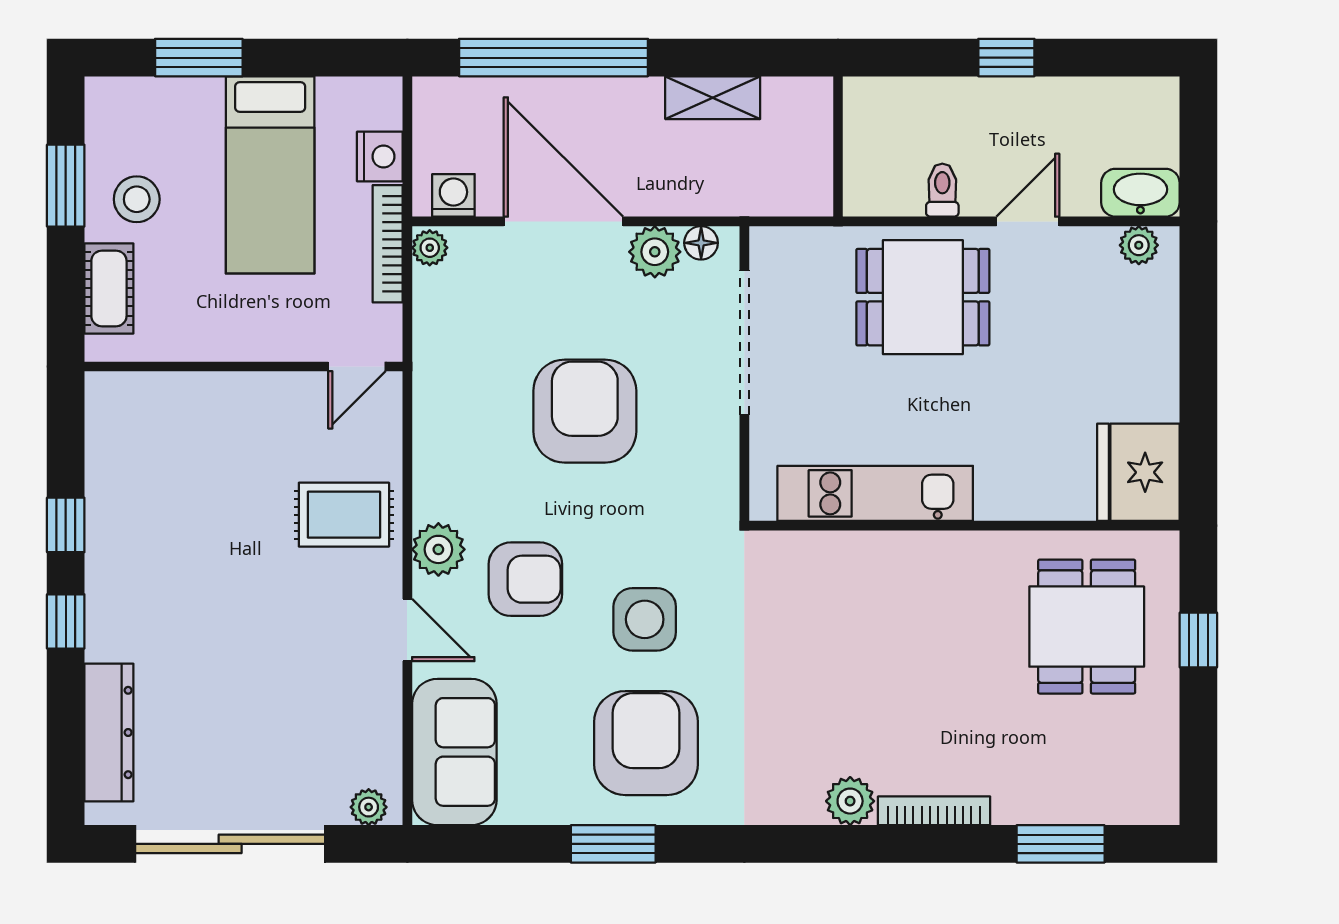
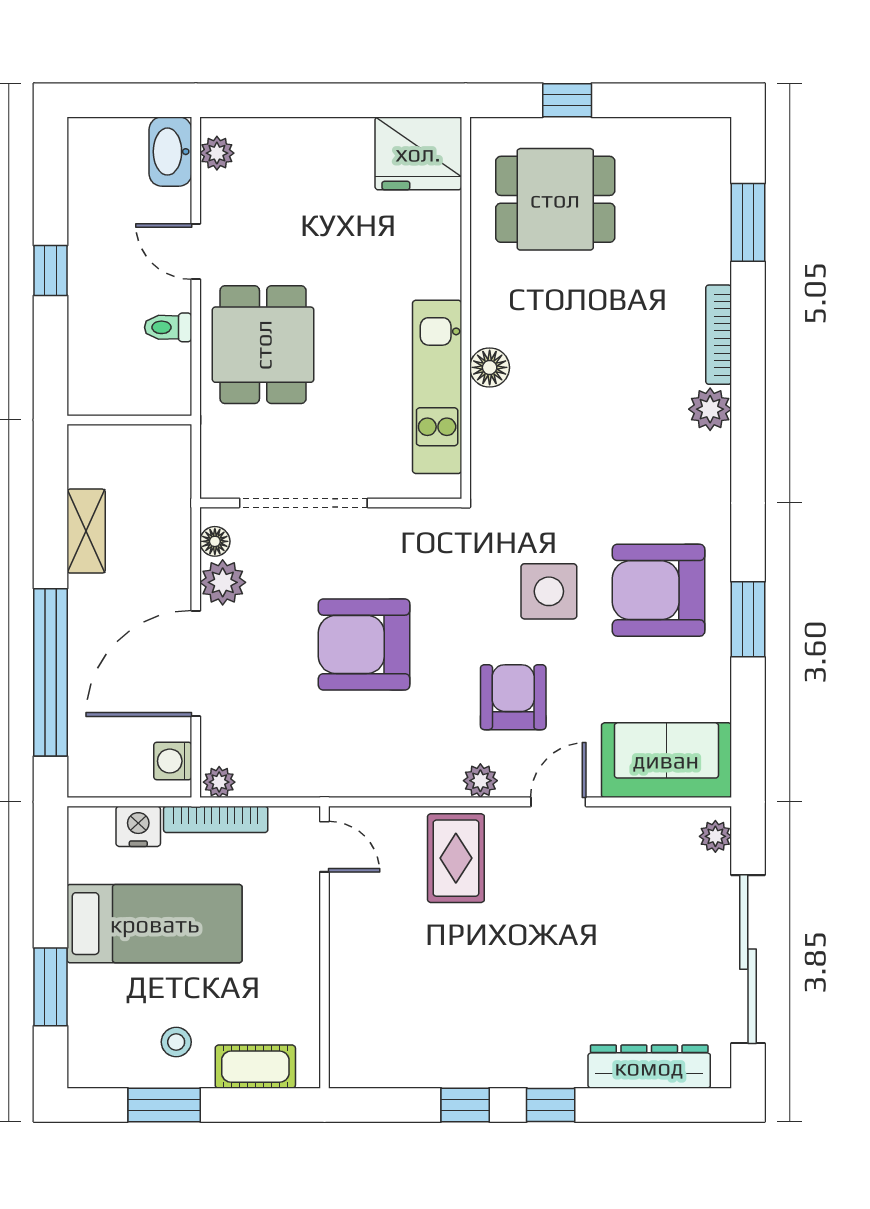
stool: (137, 199) -> (176, 1042), width x0.73, depth x0.73
plant: (438, 549) -> (480, 781), width x0.73, depth x0.73
floor lamp: (897, 553) -> (490, 367), added

